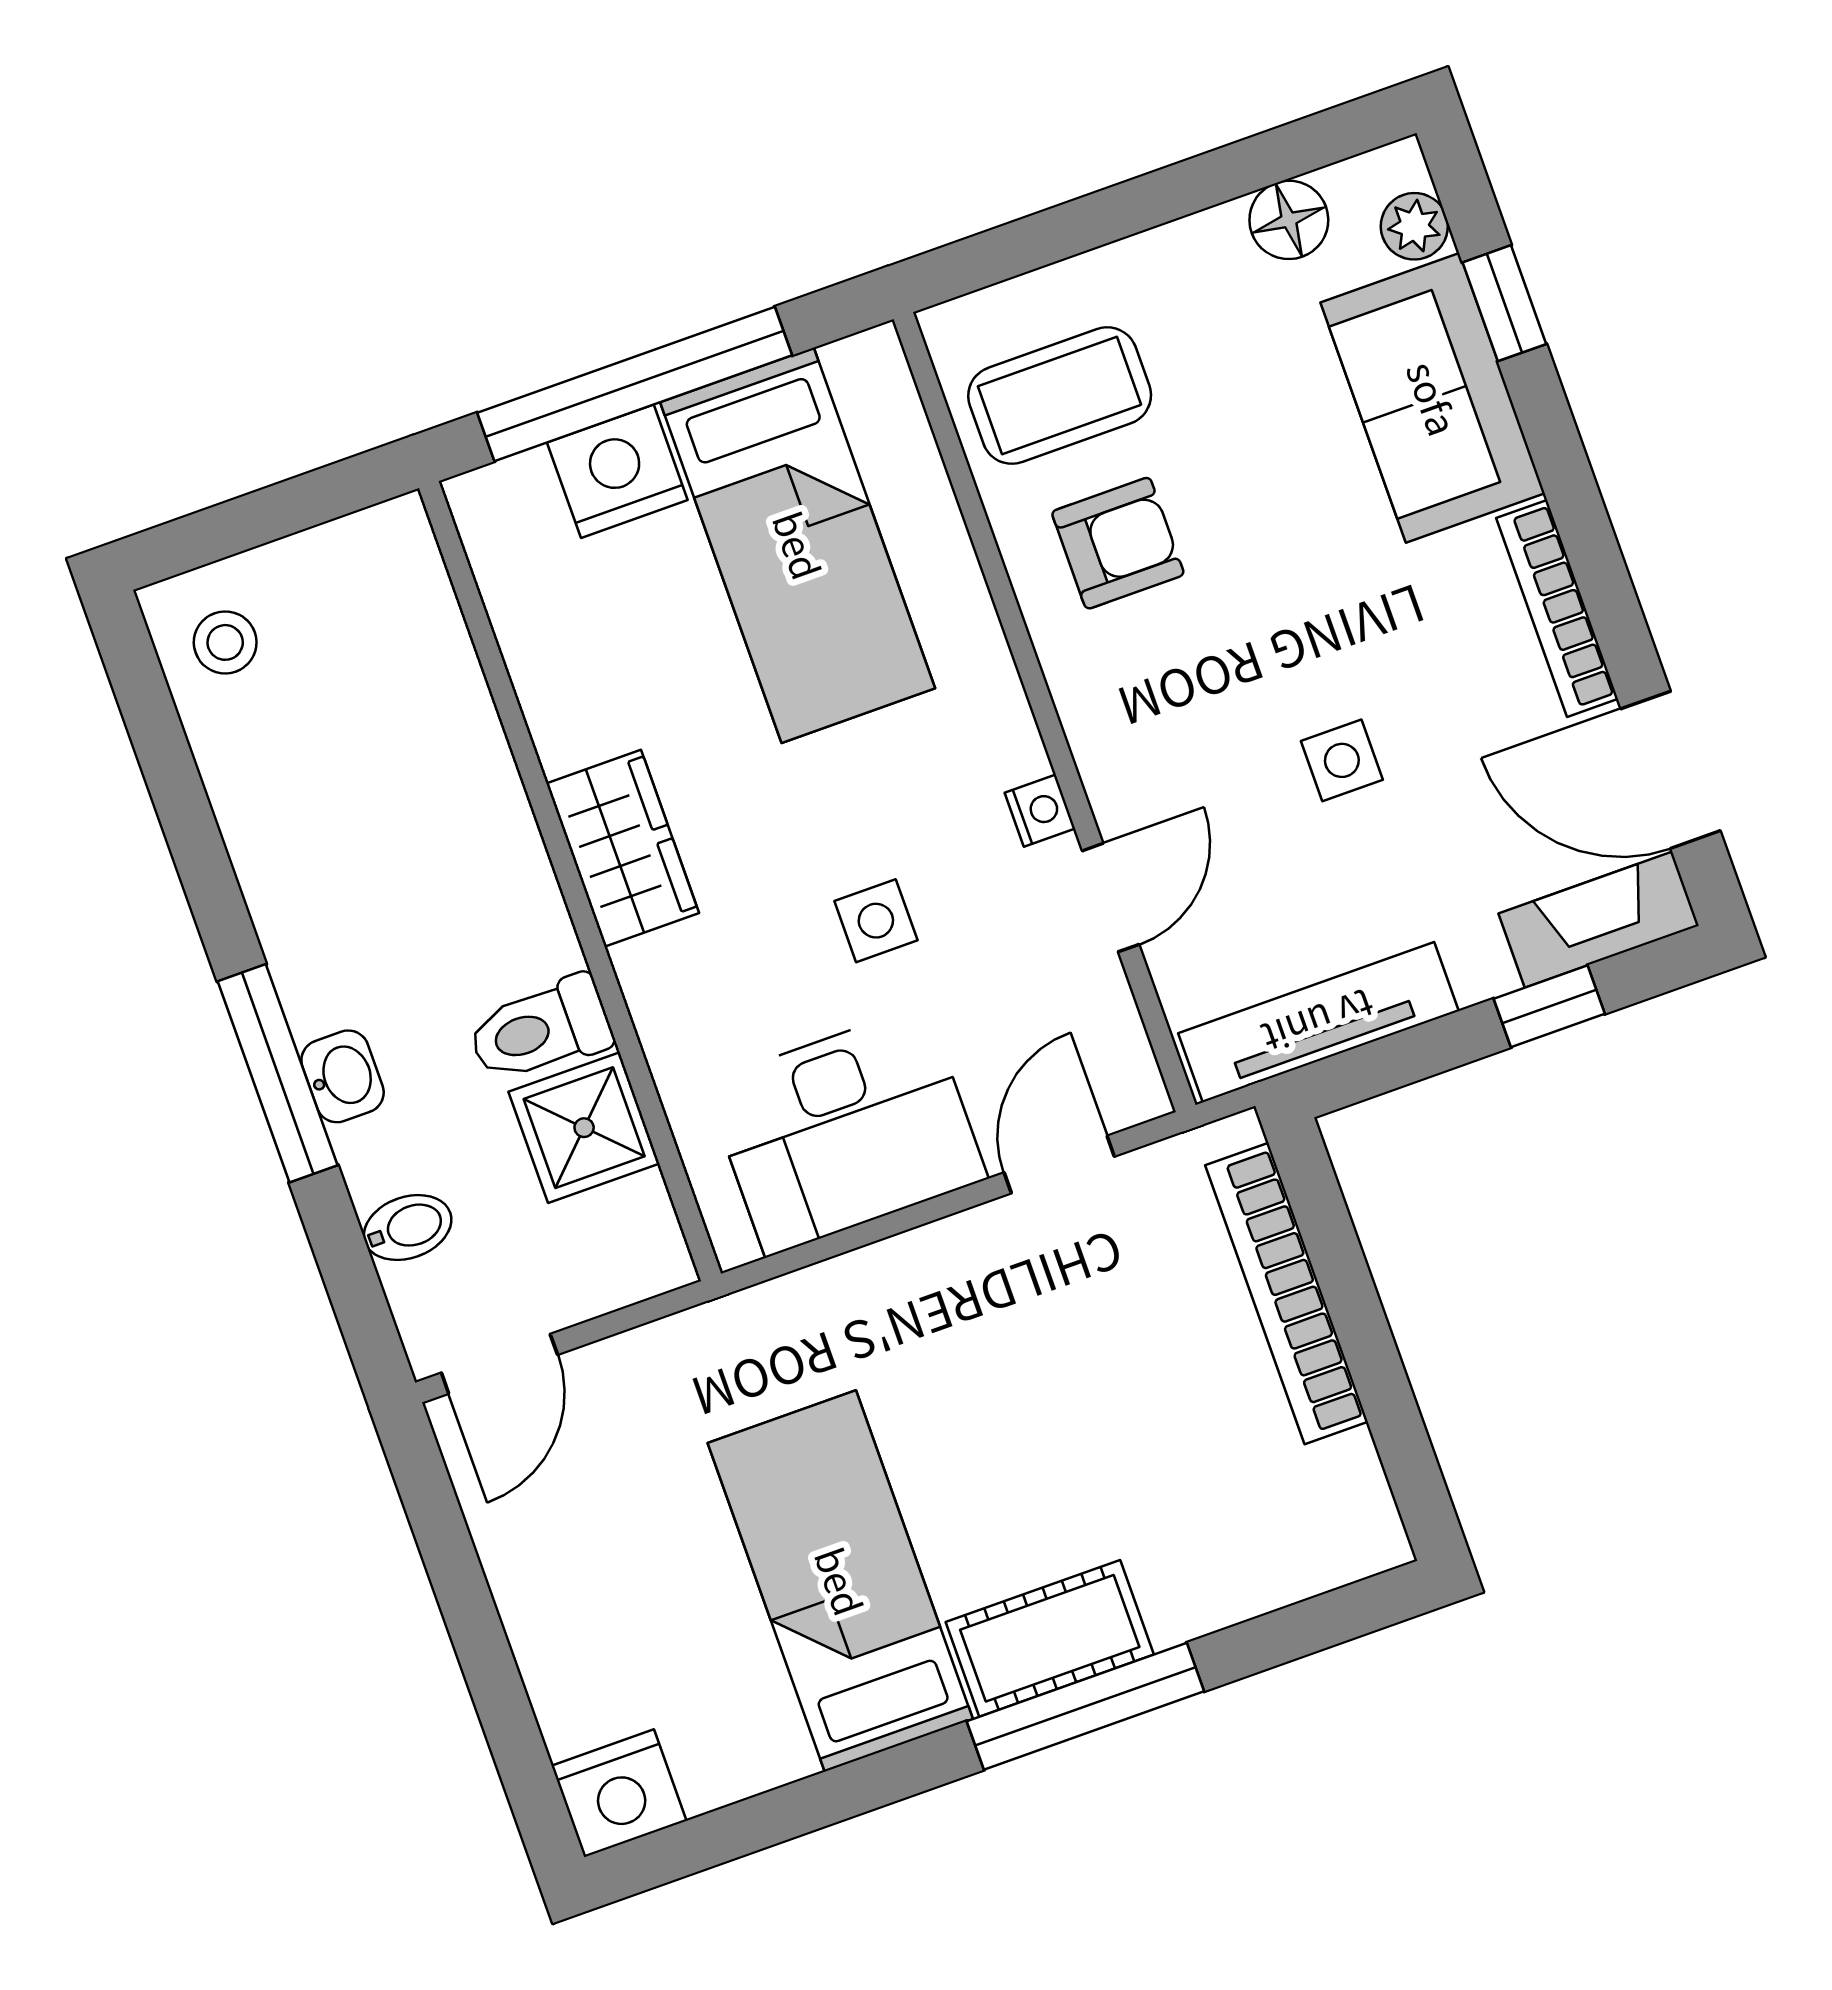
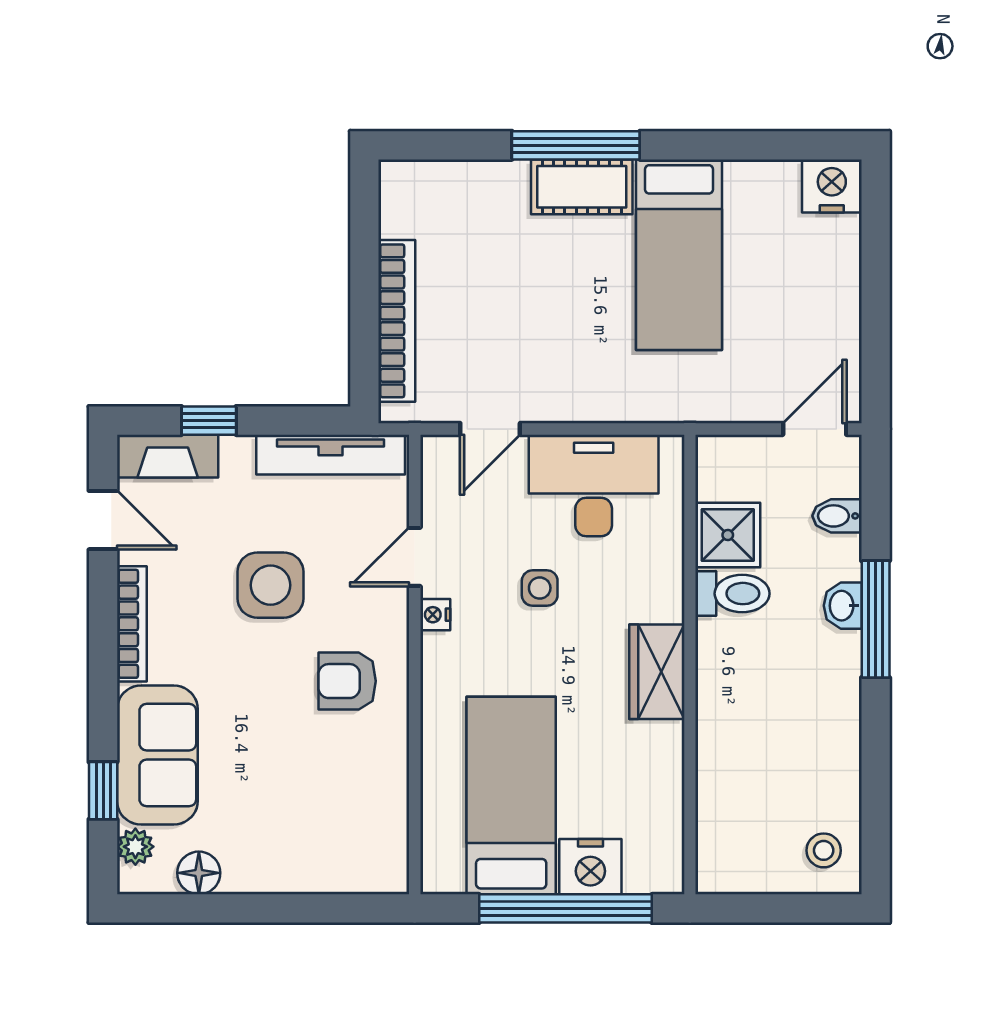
coffee table: (1060, 396) -> (349, 825), removed
armchair: (1118, 543) -> (347, 681), moved
side table: (1342, 760) -> (270, 585), width x1.87, depth x1.87
door: (1671, 770) -> (103, 520), width x0.73

